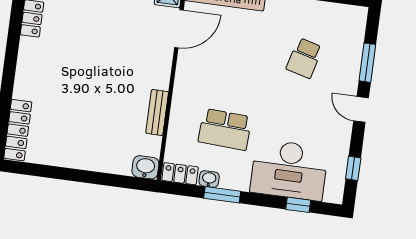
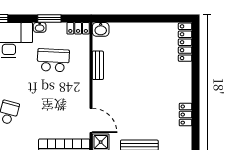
door: (179, 29) -> (91, 120), swing flipped
washbasin: (209, 179) -> (40, 27), moved

